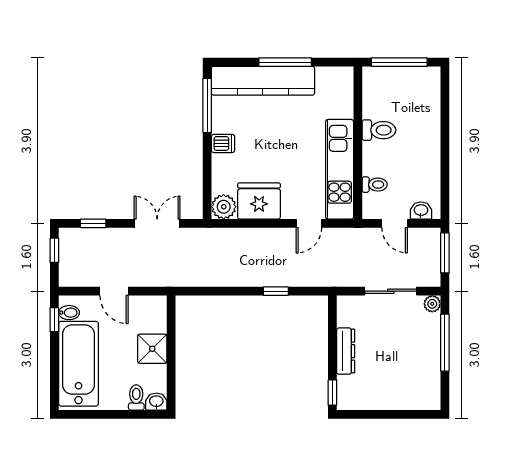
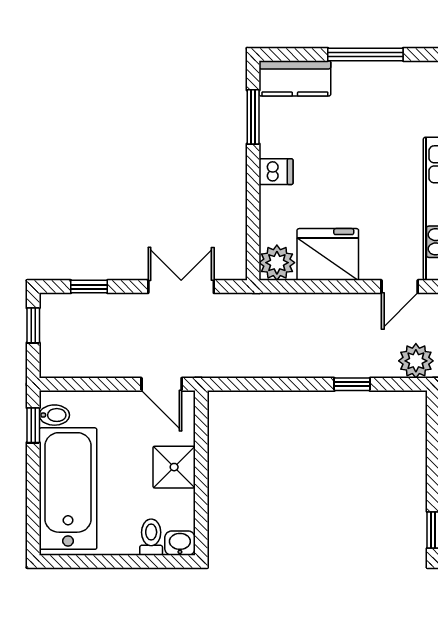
kitchen counter: (263, 81) -> (295, 78), width x0.48, depth x0.86
window: (207, 105) -> (253, 117), width x0.69
plant: (320, 275) -> (416, 361), added
door: (114, 291) -> (162, 384), moved

